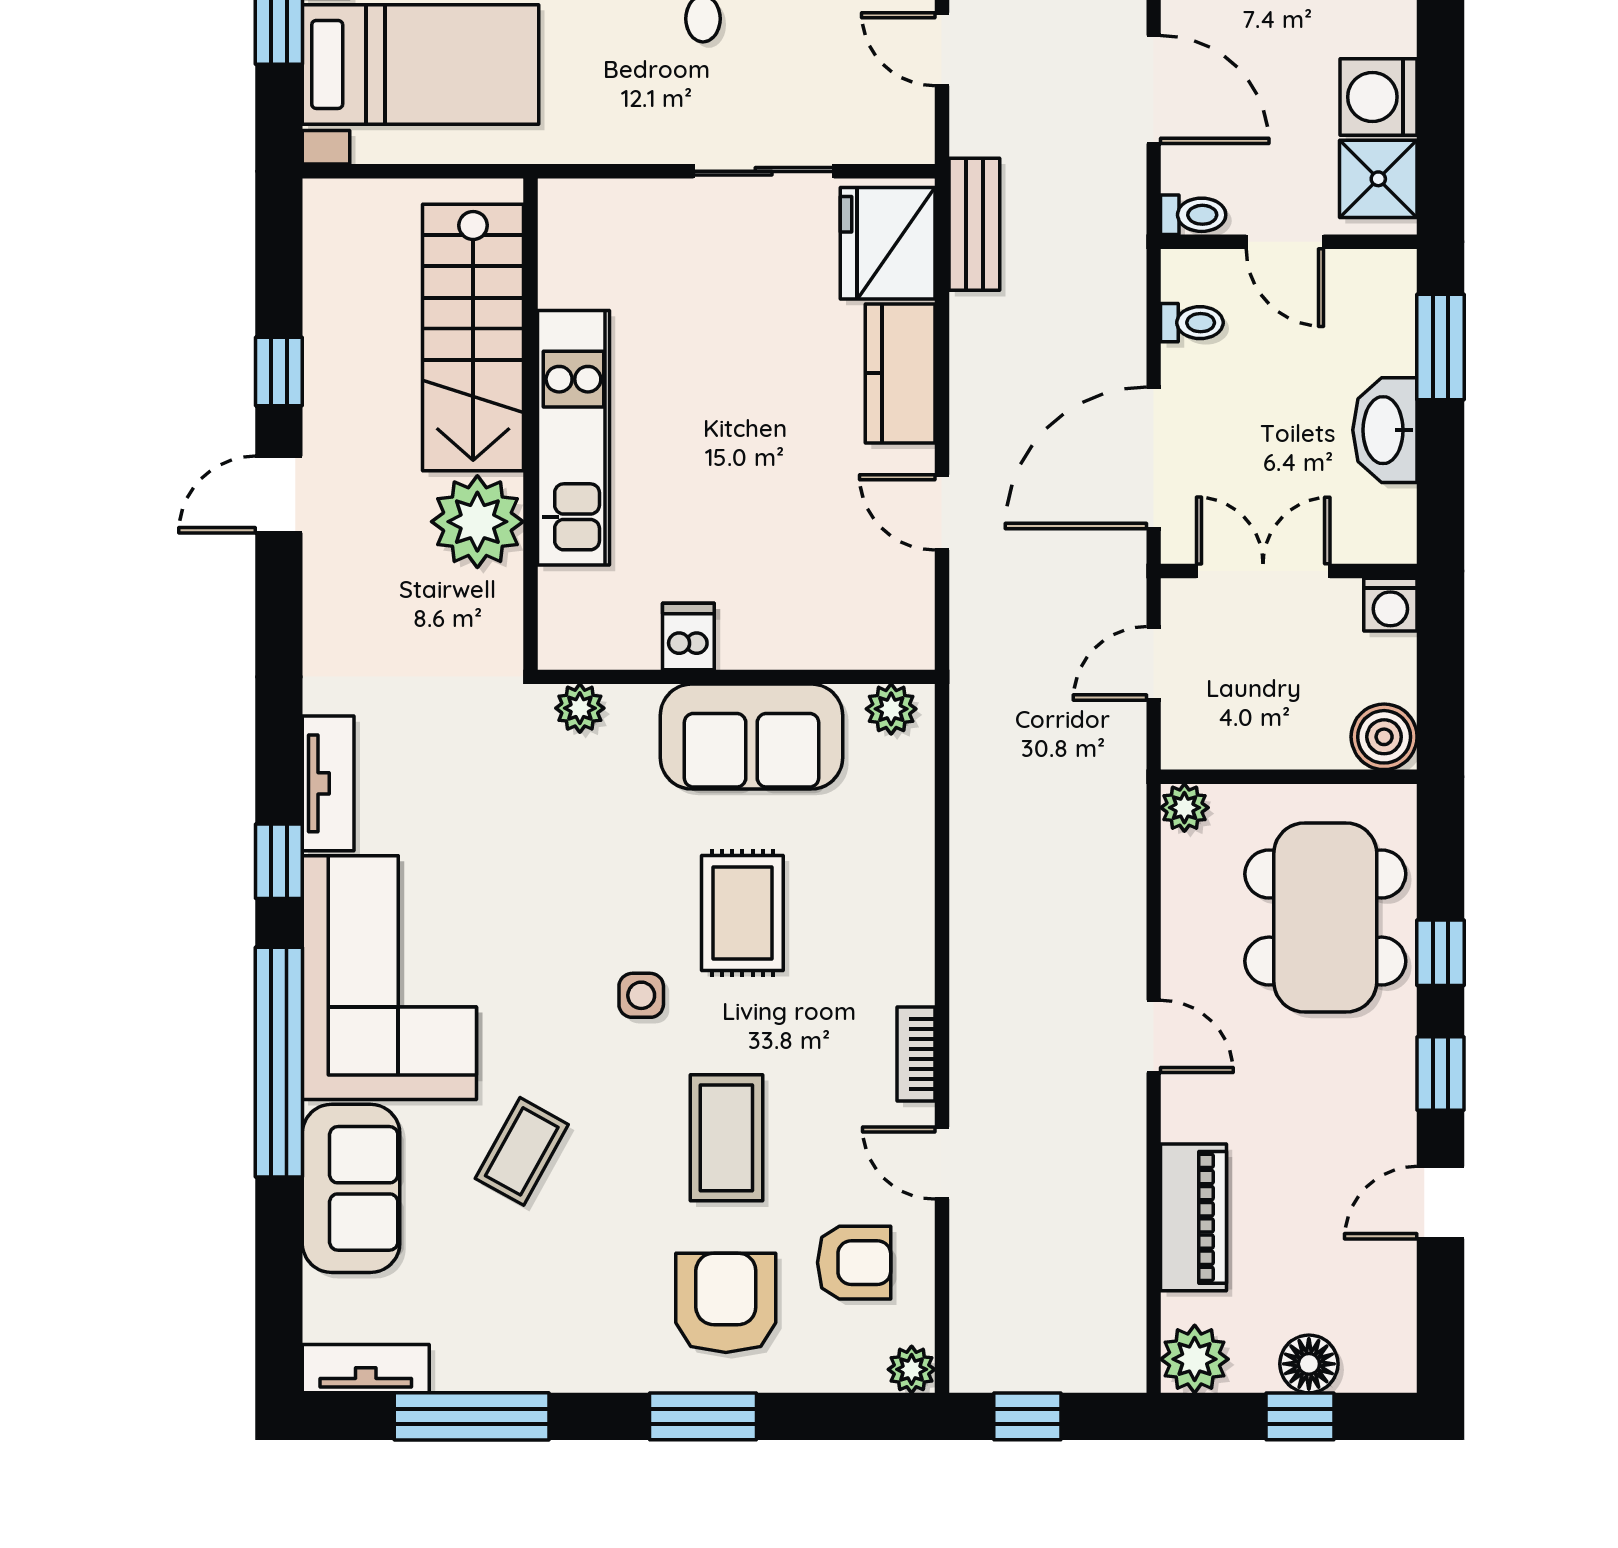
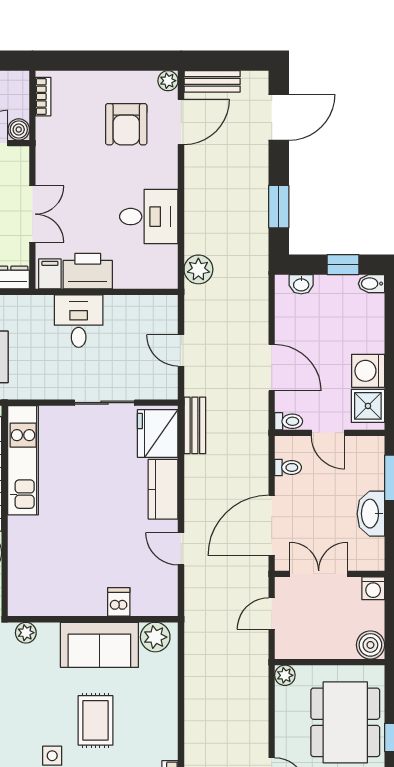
kitchen unit: (573, 438) -> (23, 460), moved
dishwasher: (688, 636) -> (119, 602), moved
plant: (891, 709) -> (155, 637), width x1.38, depth x1.38

